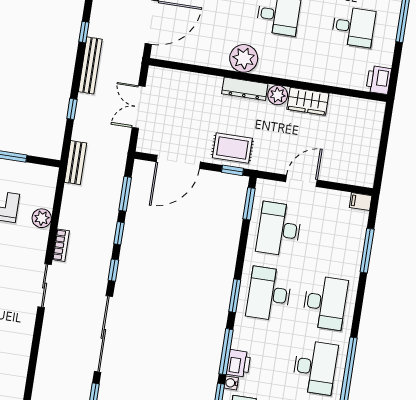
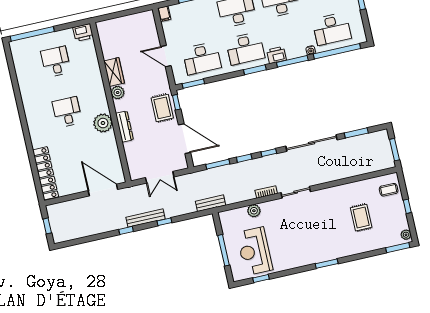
dresser: (245, 89) -> (124, 127), moved
window: (72, 109) -> (164, 222), moved
printer: (239, 363) -> (276, 55), moved

